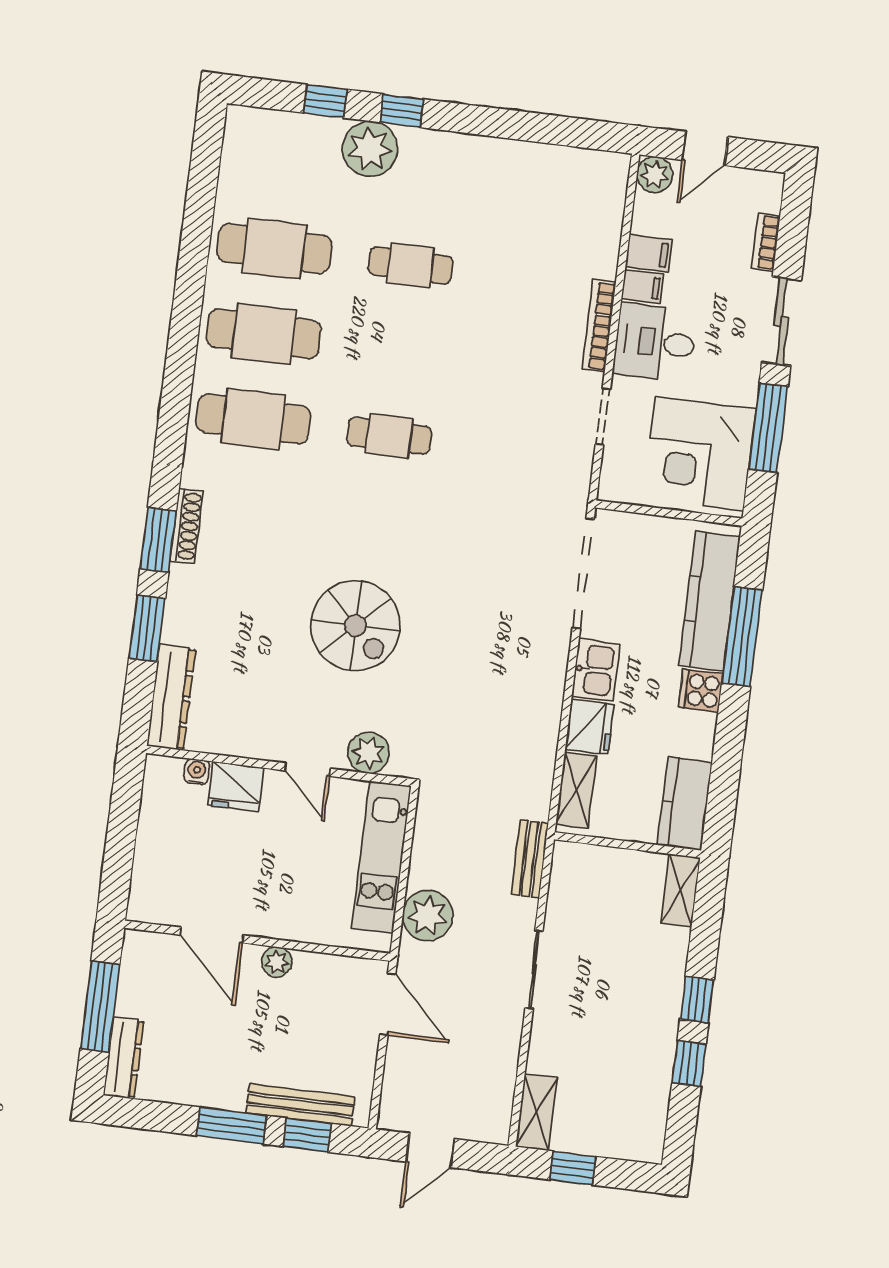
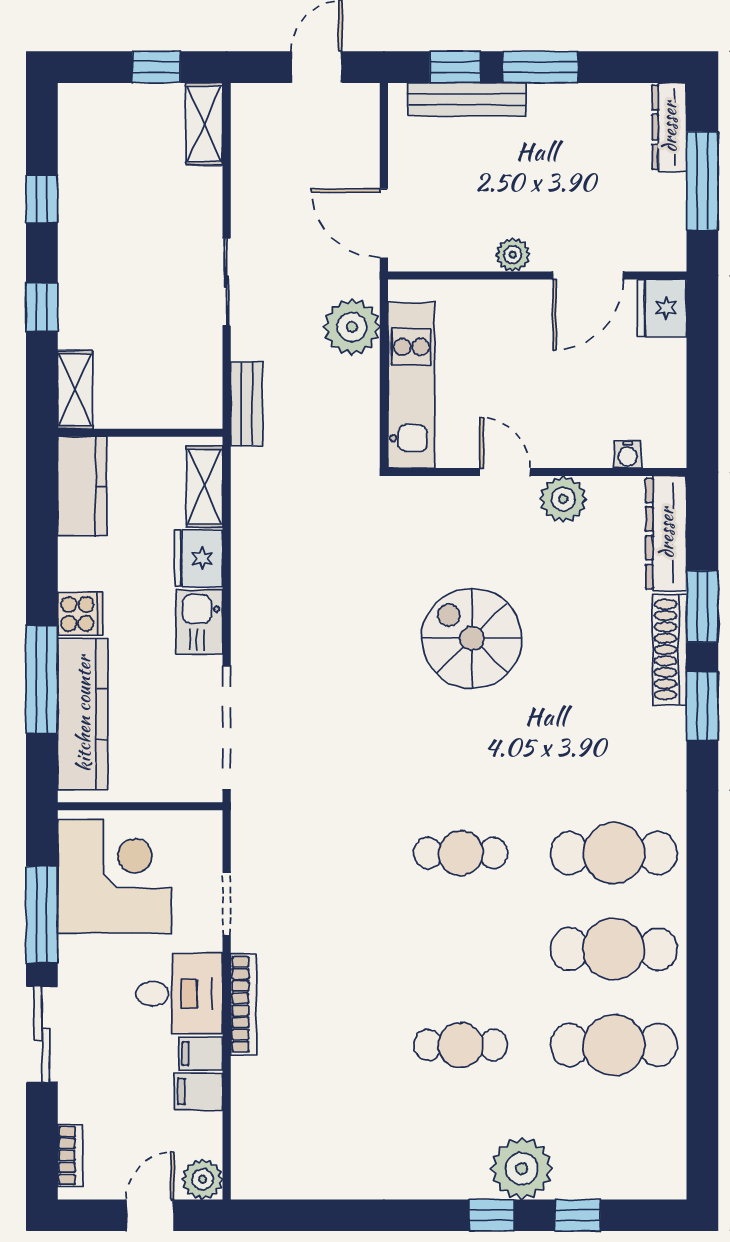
bookcase: (766, 242) -> (70, 1155), moved
shoe rack: (187, 526) -> (670, 650), moved, width x1.36, depth x1.24
plant: (368, 753) -> (563, 499), moved
fridge: (236, 786) -> (662, 308), moved, turned -90
door: (212, 935) -> (588, 275), swing flipped
window: (697, 1000) -> (42, 307), moved

